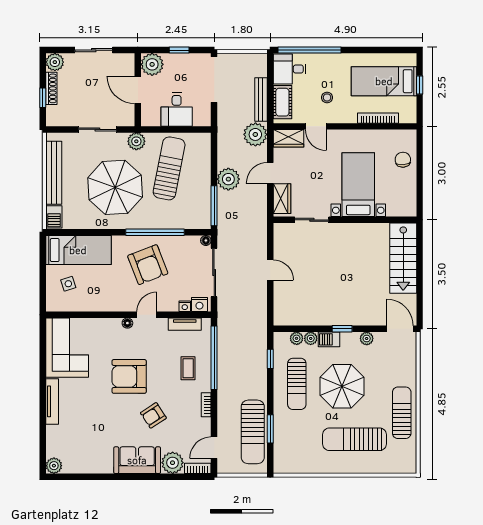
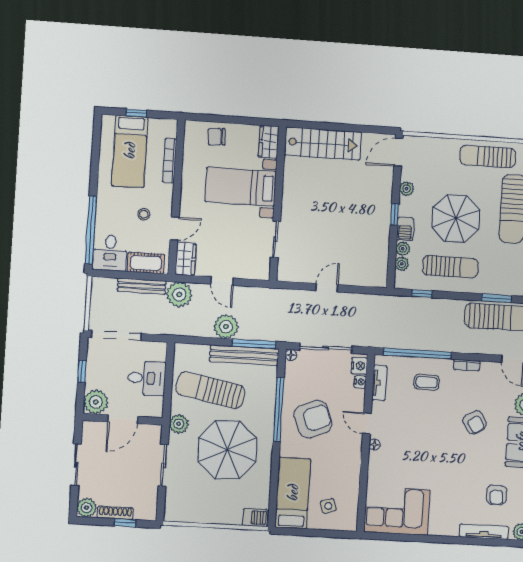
bench: (54, 173) -> (244, 355), moved
wardrobe: (282, 199) -> (269, 142), moved, turned -90
armchair: (129, 376) -> (497, 495), moved, width x0.53, depth x0.53
tv unit: (52, 401) -> (484, 532), moved

